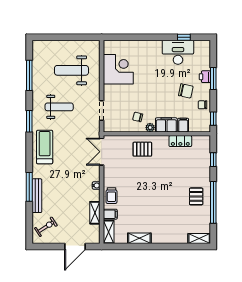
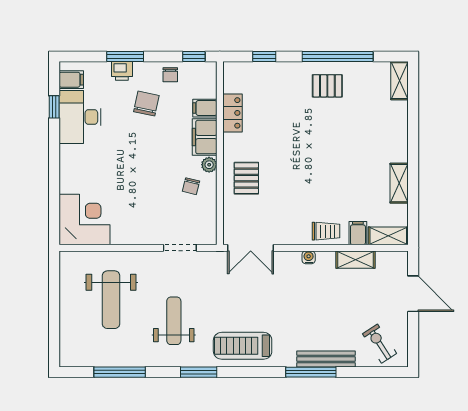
filing cabinet: (200, 47) -> (71, 80), added
corner desk: (118, 69) -> (85, 219), moved, turned 90

